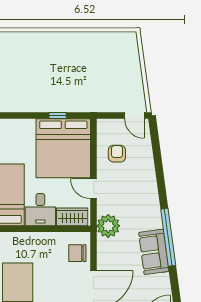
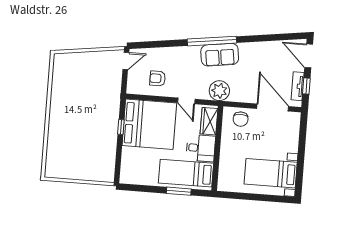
door: (94, 189) -> (186, 101), hinge flipped
window: (168, 237) -> (212, 41), moved
sofa: (154, 252) -> (220, 55), moved

